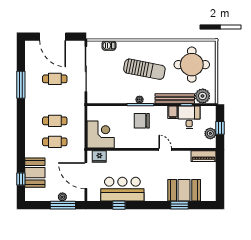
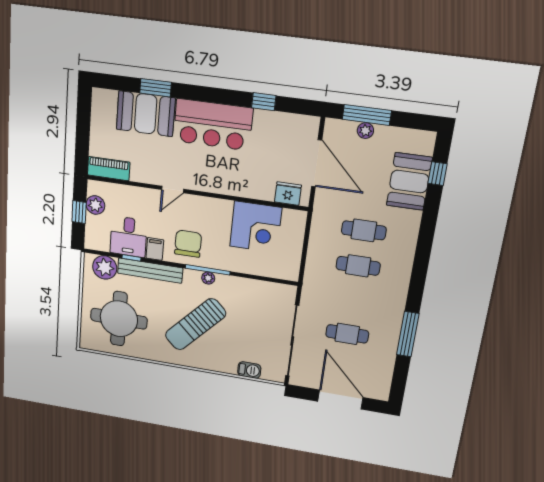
sun lounger: (144, 69) -> (195, 324), turned -58
chair: (142, 121) -> (188, 244), moved, turned -90
corner desk: (101, 135) -> (256, 227), moved, turned -90
door: (165, 149) -> (173, 189), hinge flipped
bar counter: (122, 189) -> (213, 125), moved

